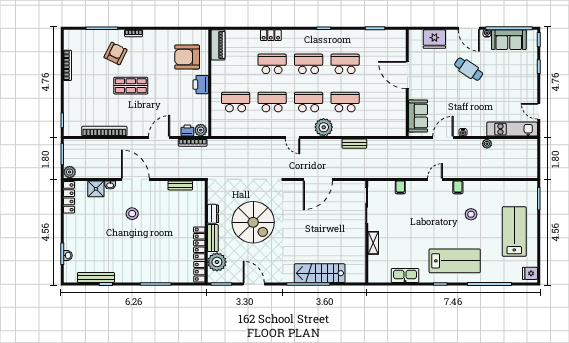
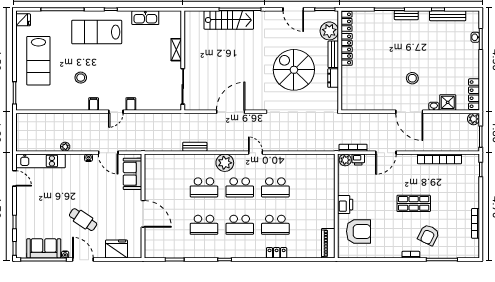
school desk: (236, 102) -> (311, 187), removed
door: (443, 138) -> (108, 153), hinge flipped
bench: (180, 185) -> (406, 15), moved
filing cabinet: (400, 187) -> (131, 104), moved

